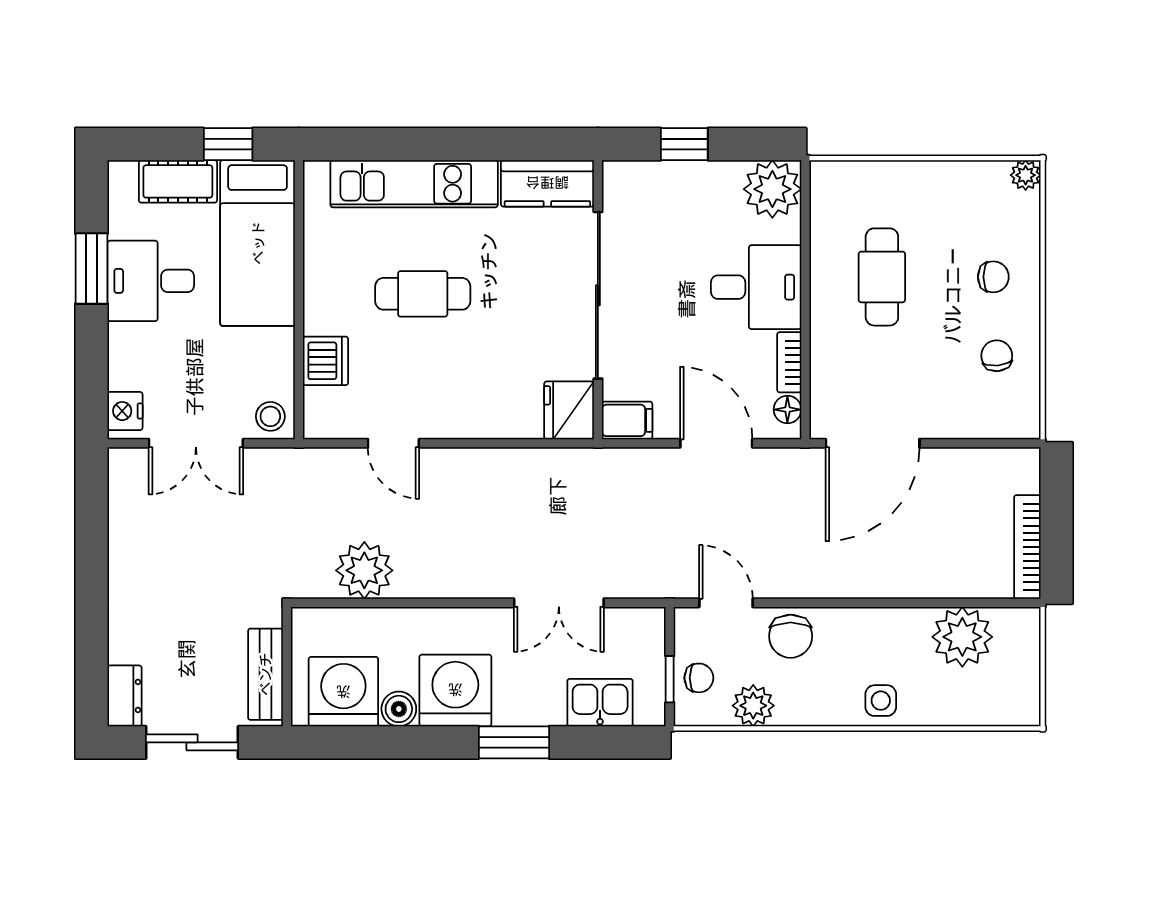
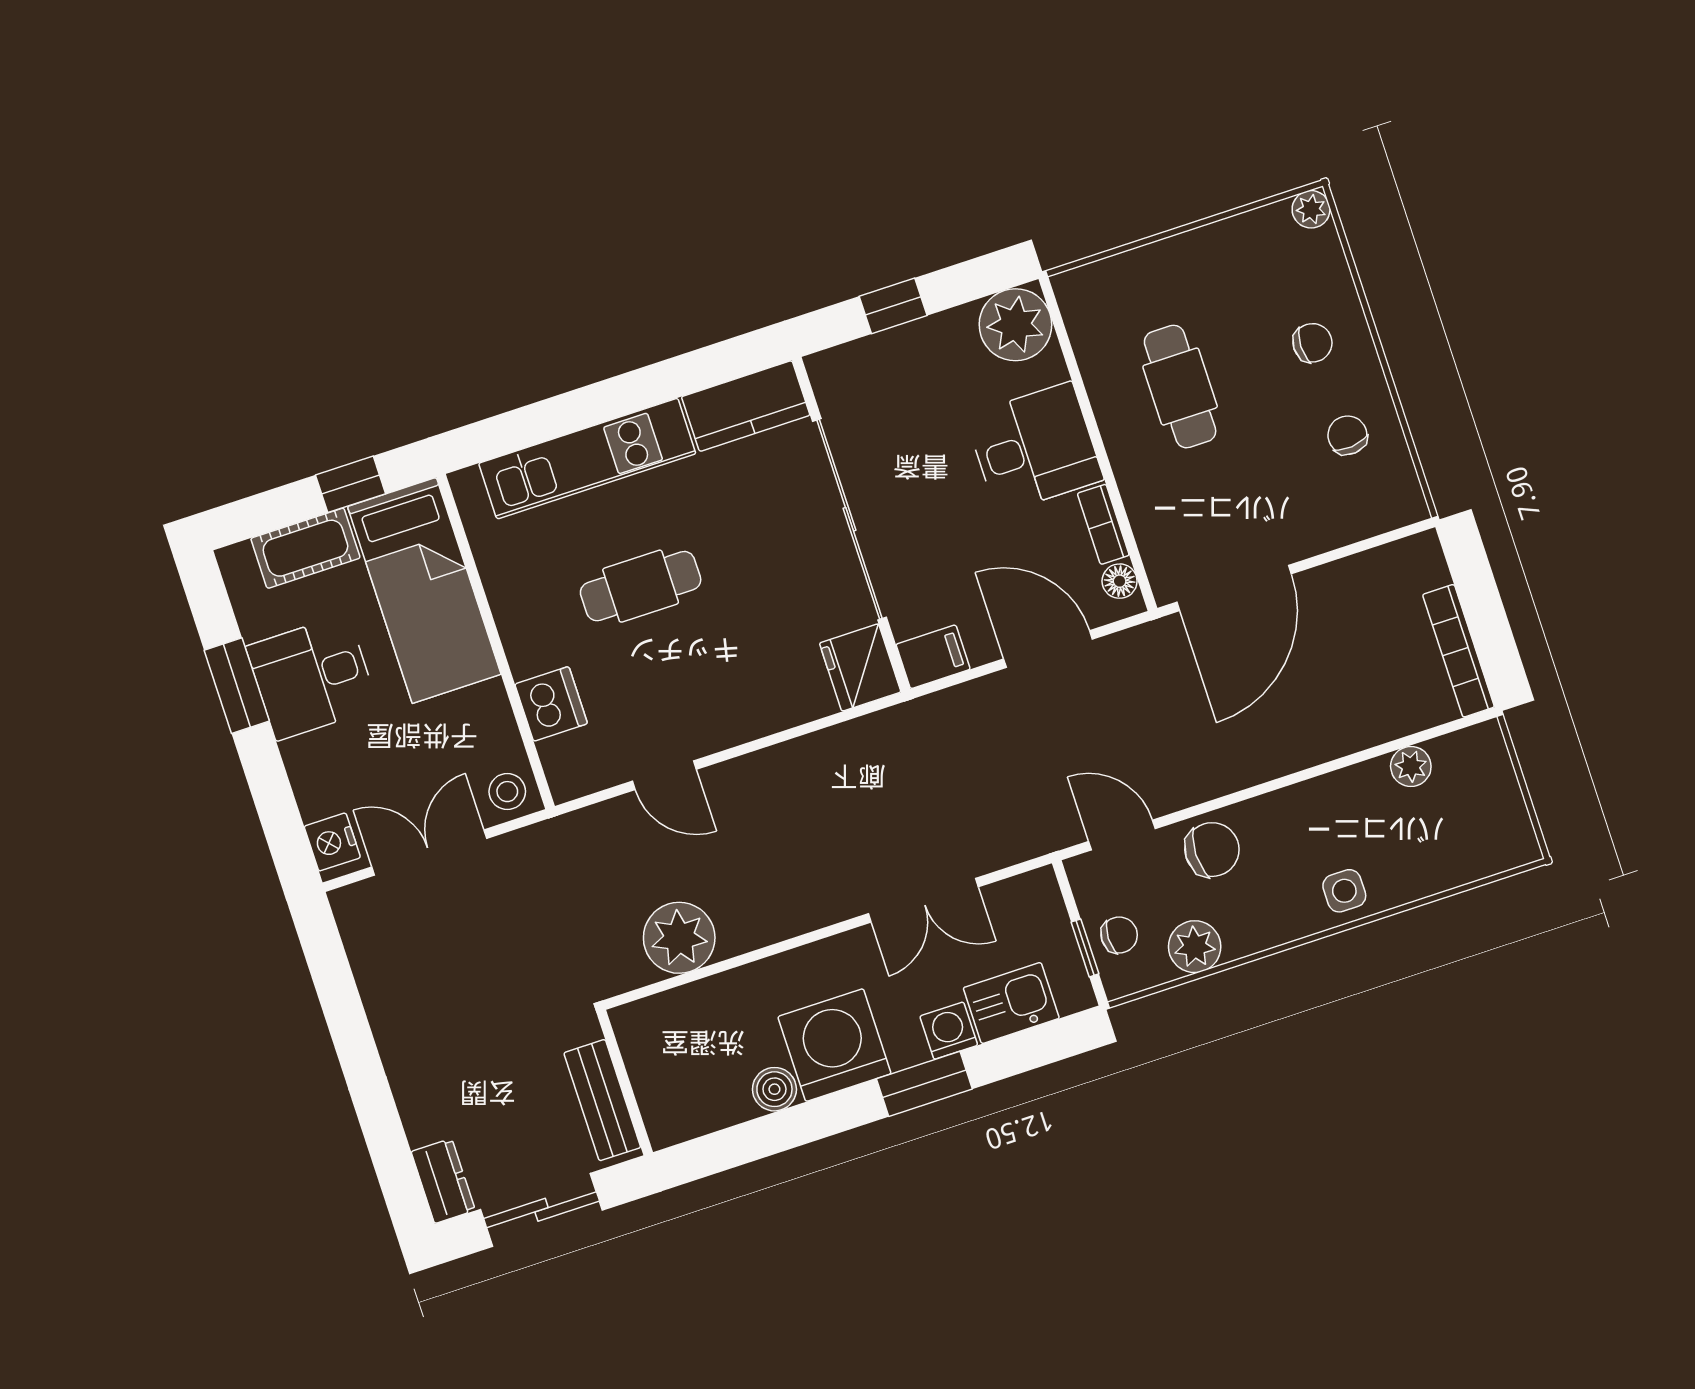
double door: (196, 443) -> (429, 853), swing flipped
chair: (791, 636) -> (1212, 850), turned -90
plant: (962, 637) -> (1411, 766), width x0.53, depth x0.53
washing machine: (343, 692) -> (949, 1031), moved, width x0.53, depth x0.53

